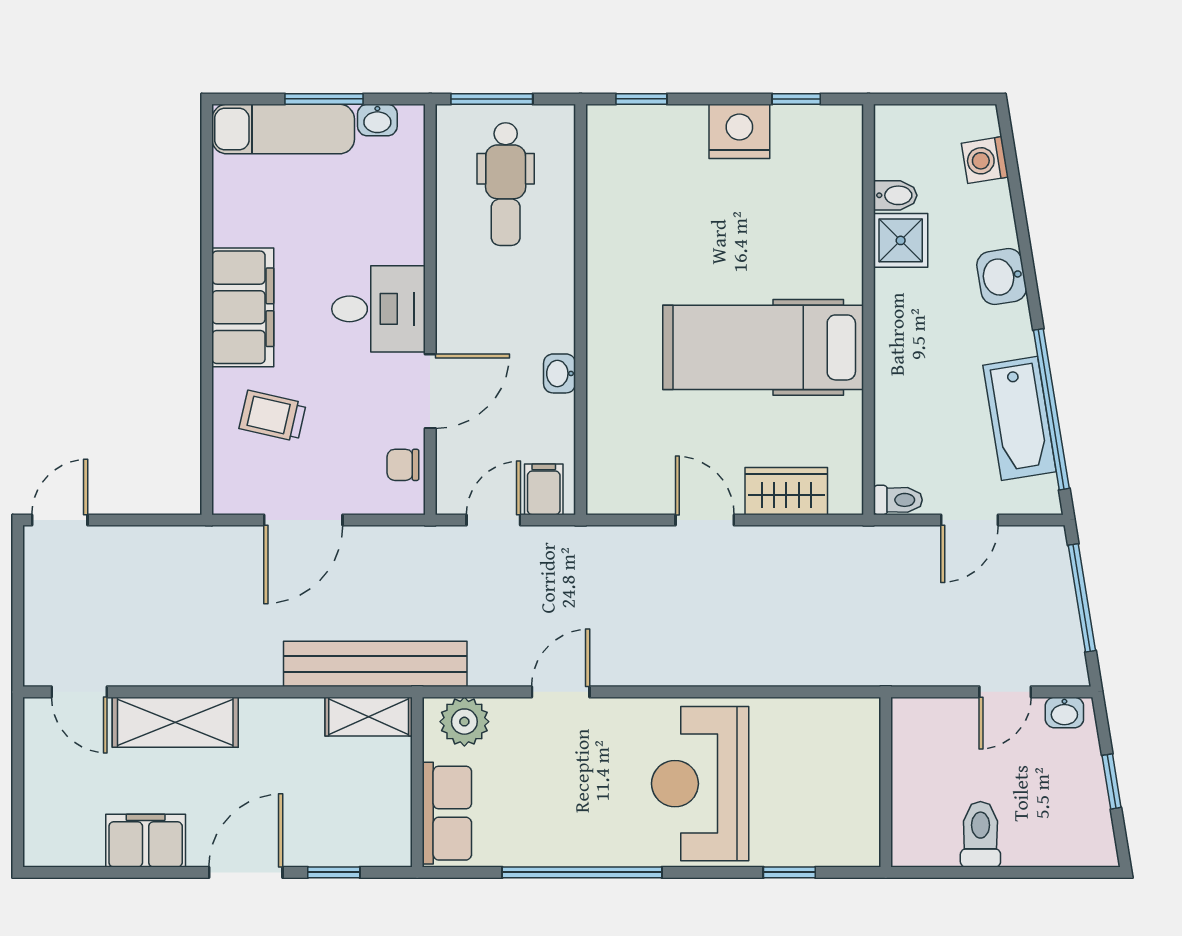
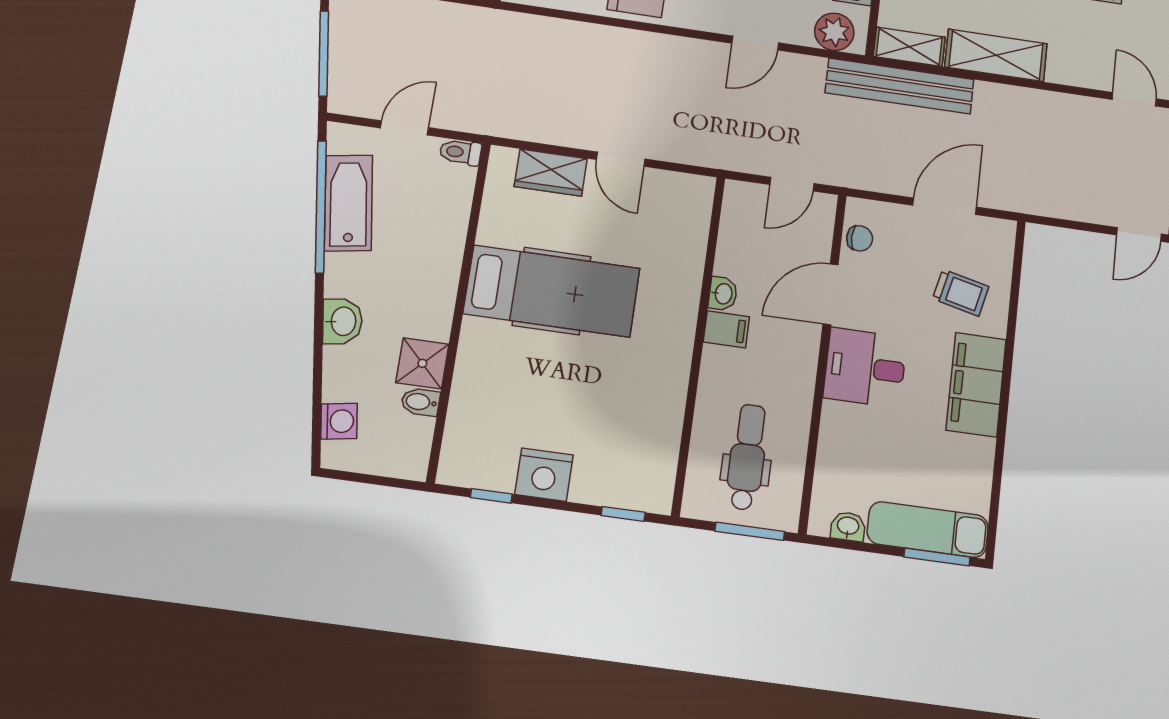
window: (324, 99) -> (937, 557), moved
filing cabinet: (544, 489) -> (726, 329), moved, turned -90
shelving: (175, 722) -> (996, 55), moved

